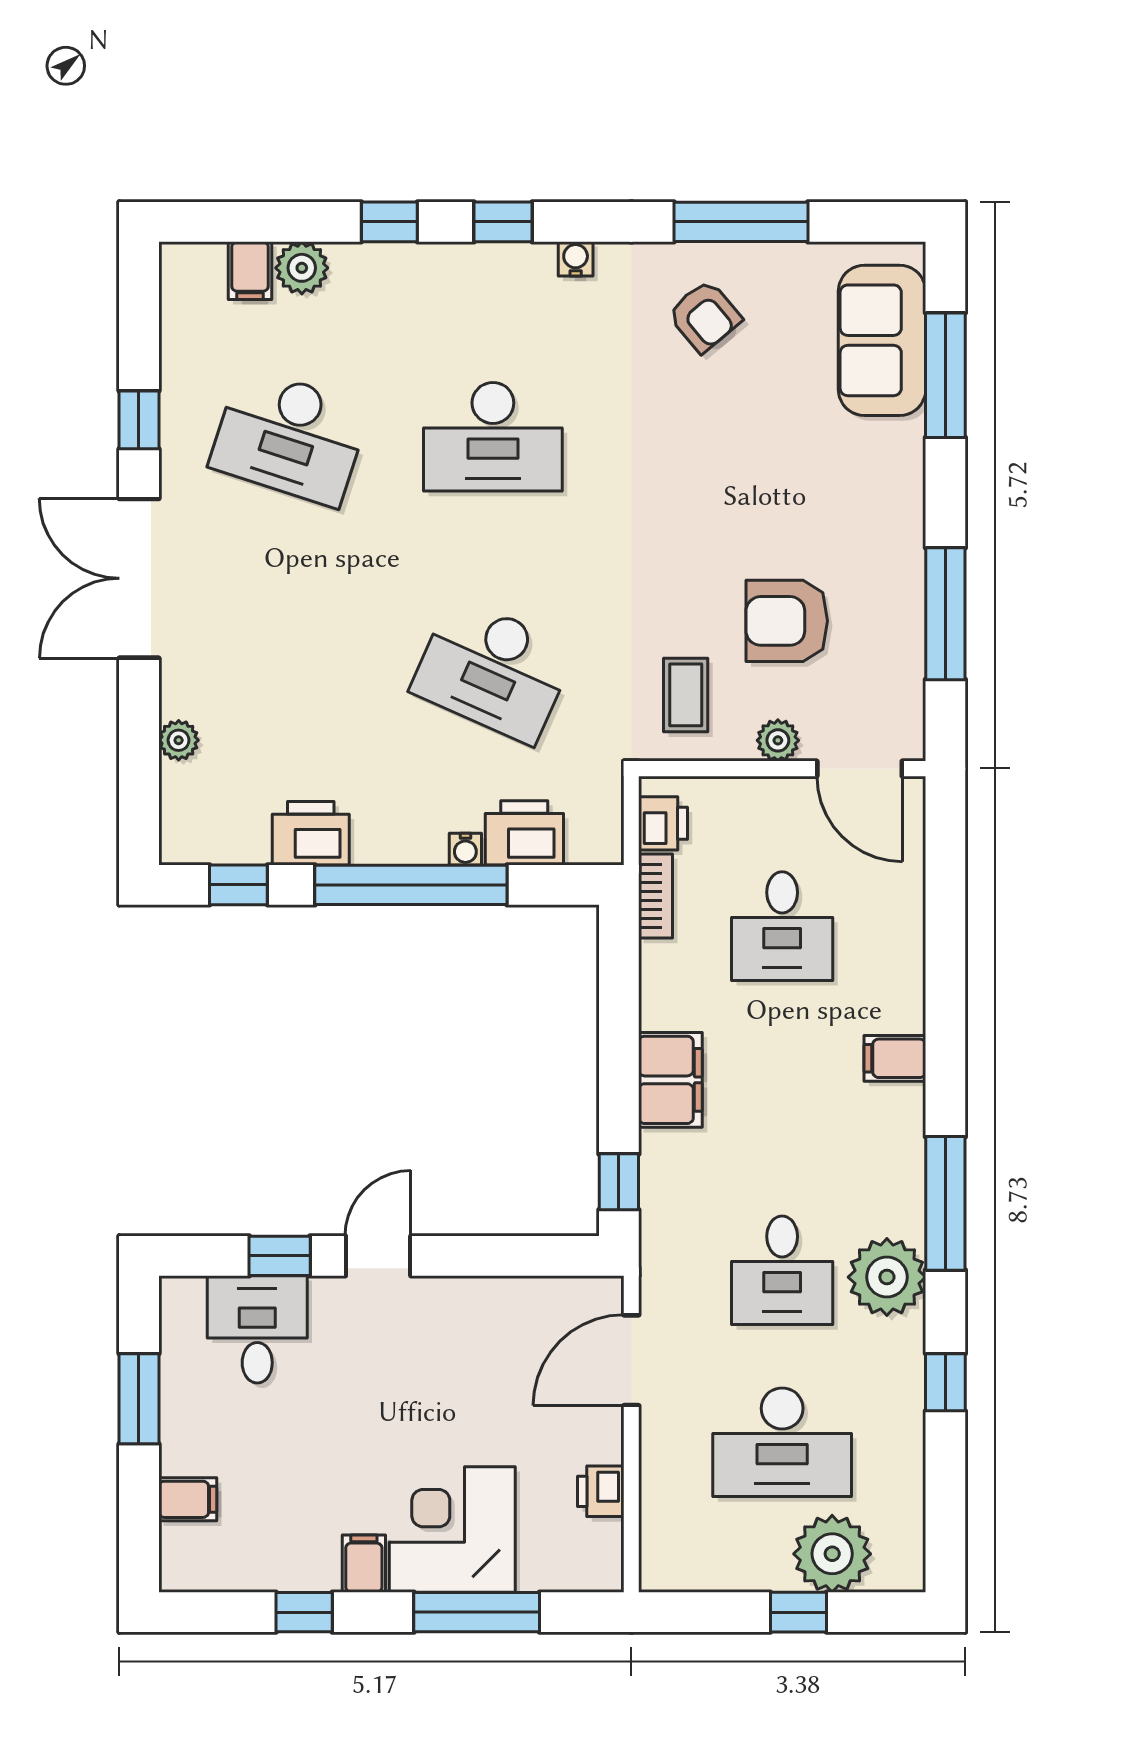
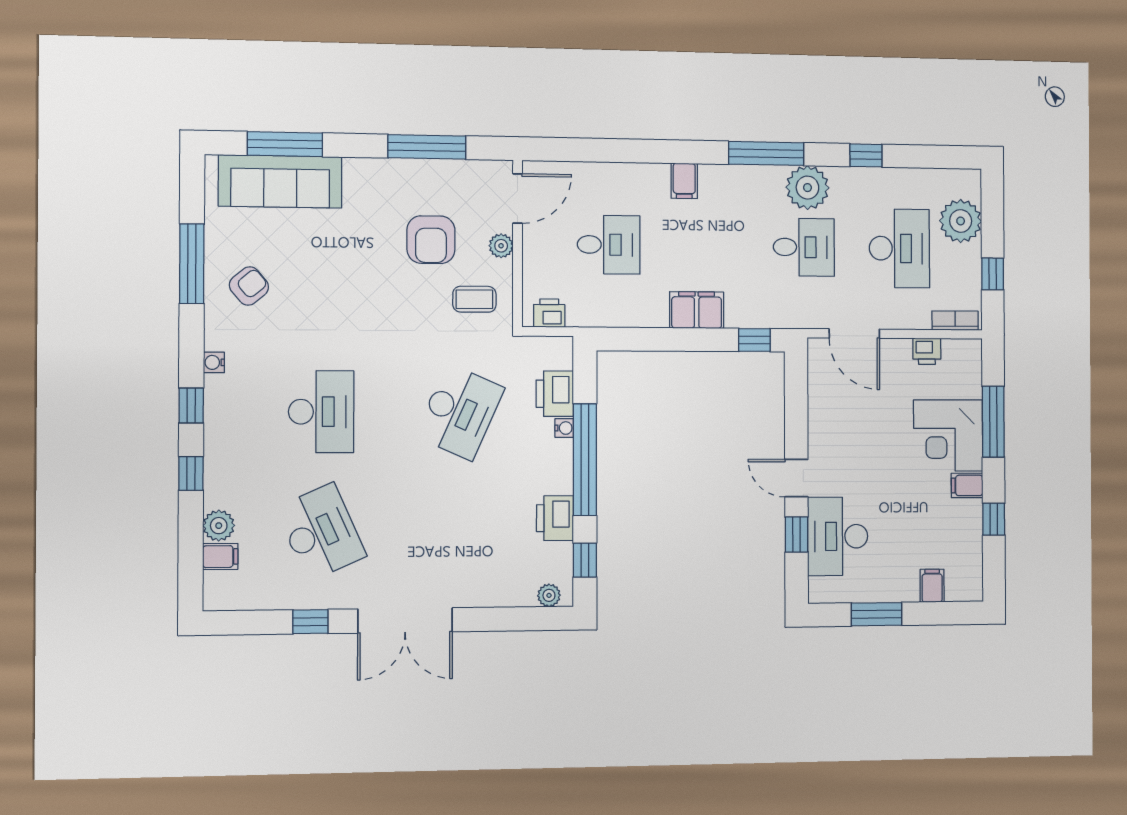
sofa: (882, 340) -> (280, 181), width x1.36
desk: (290, 437) -> (321, 532), turned -42
plant: (179, 740) -> (549, 595), moved
bookcase: (655, 896) -> (955, 321), moved
desk: (257, 1329) -> (838, 536), width x1.37
window: (798, 1612) -> (993, 274), moved

